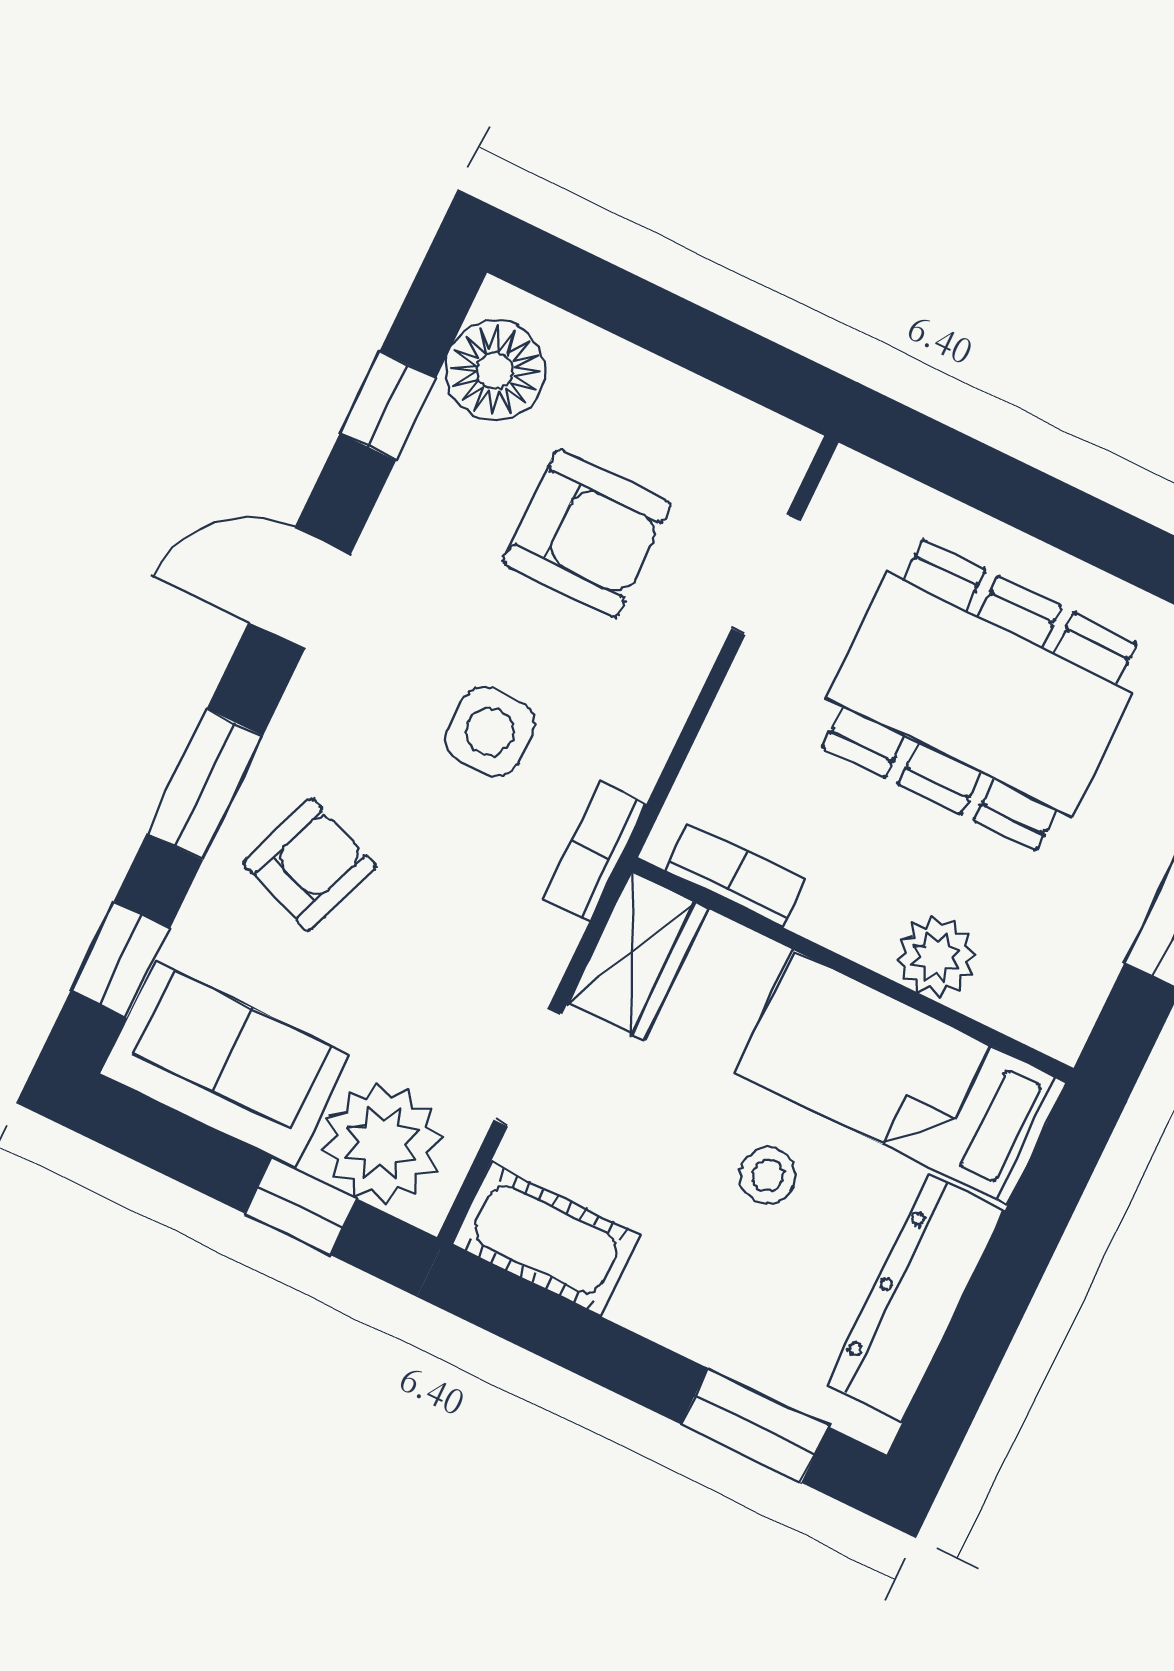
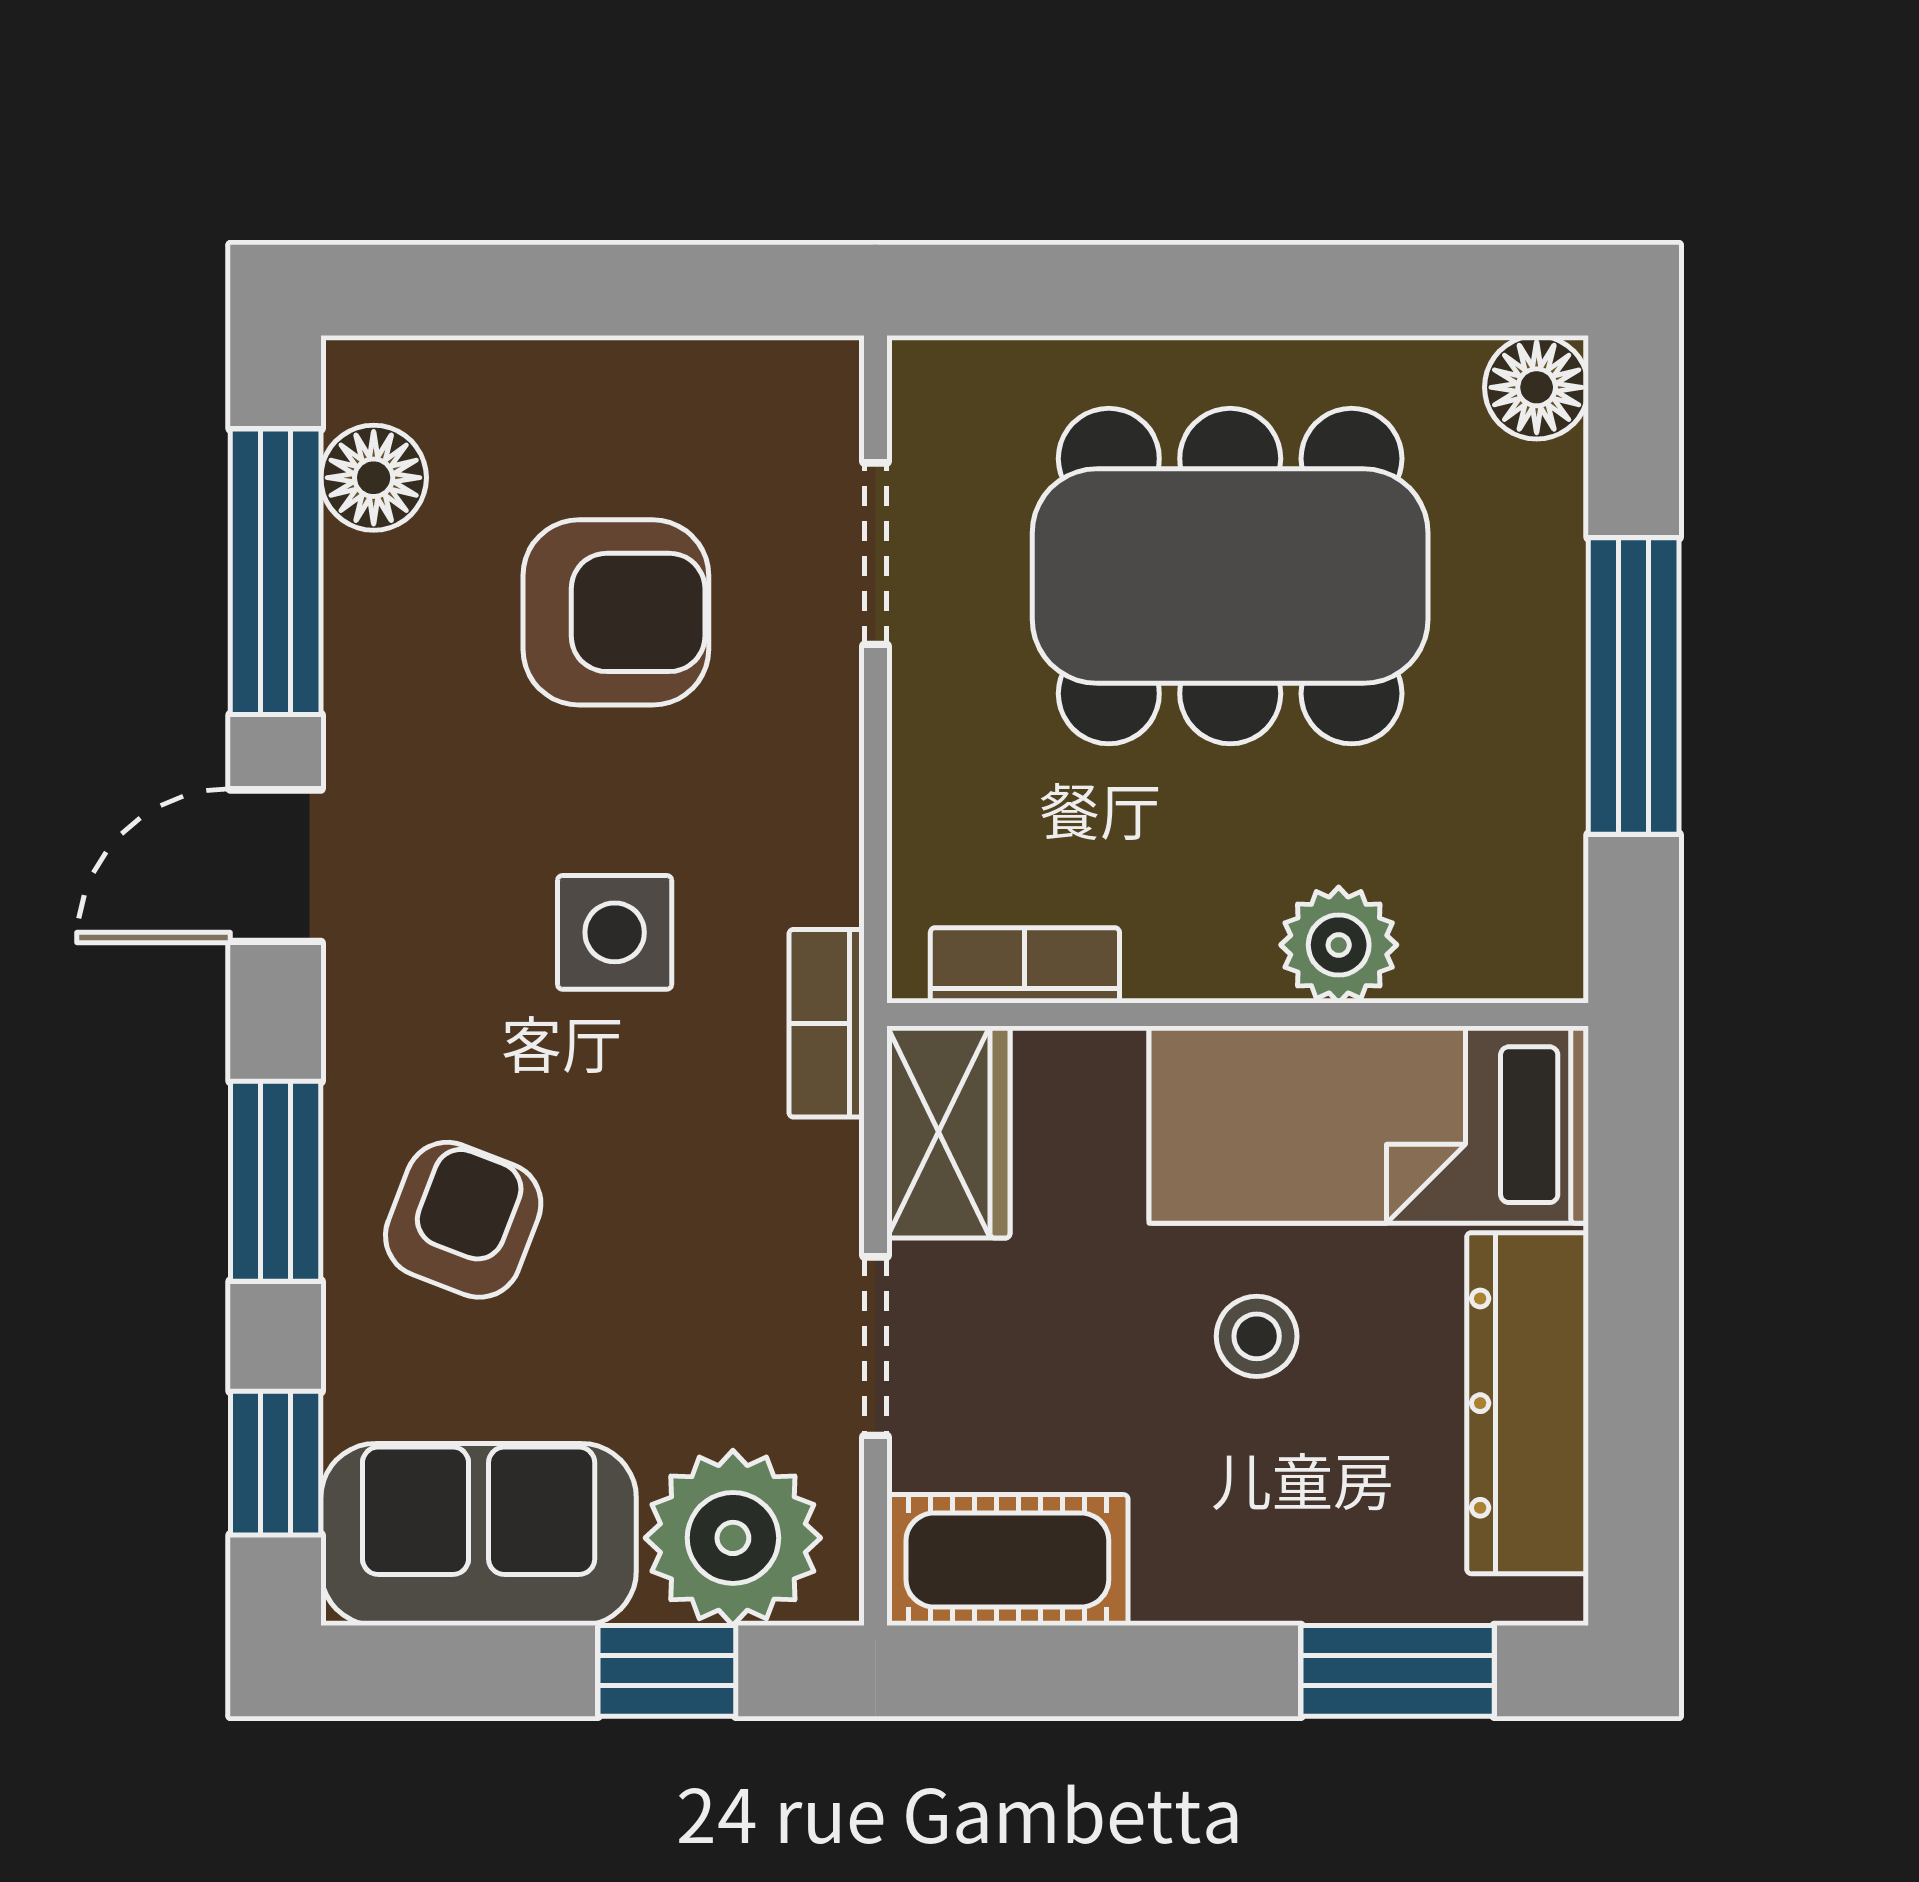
floor lamp: (495, 370) -> (374, 478), width x0.73, depth x0.73
window: (388, 406) -> (276, 572), width x2.17

